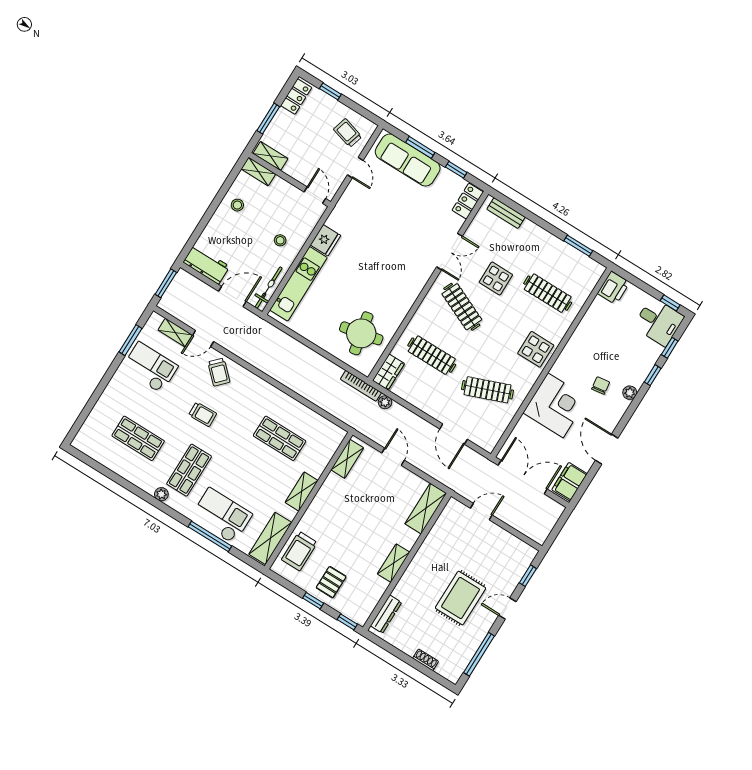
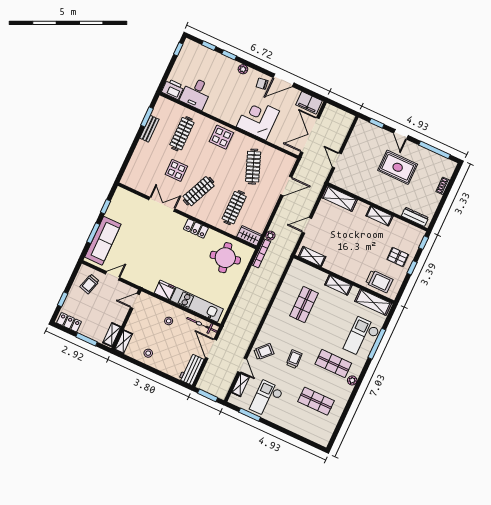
locker: (468, 201) -> (196, 228), moved
bench: (506, 213) -> (149, 129), moved
desk: (659, 322) -> (196, 93), moved, turned 180
chair: (601, 386) -> (262, 84), moved
shop shelf: (138, 438) -> (316, 401), turned 90

